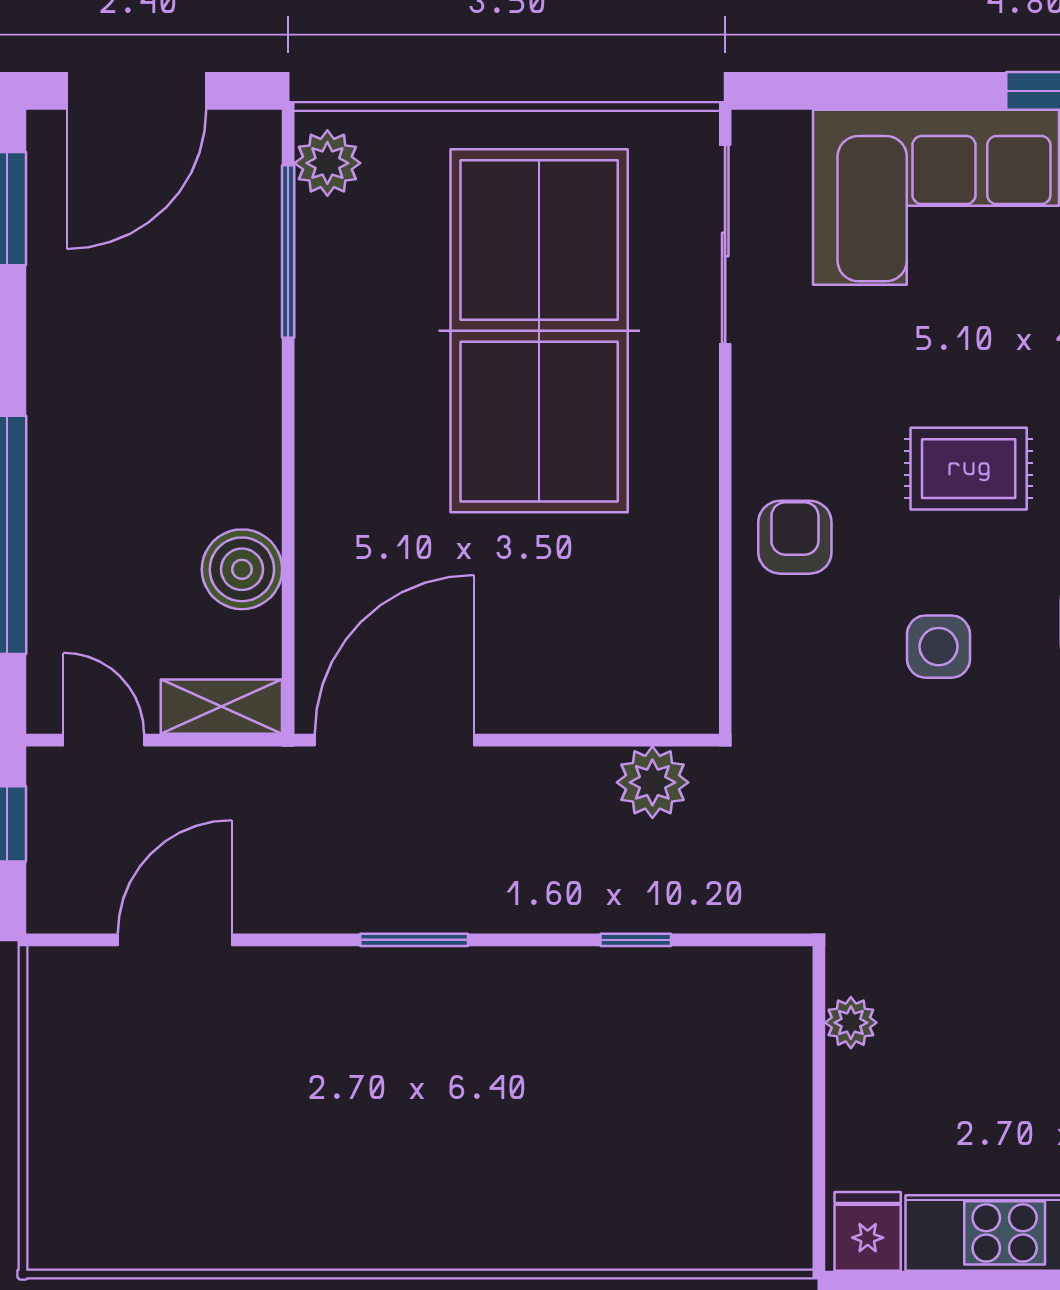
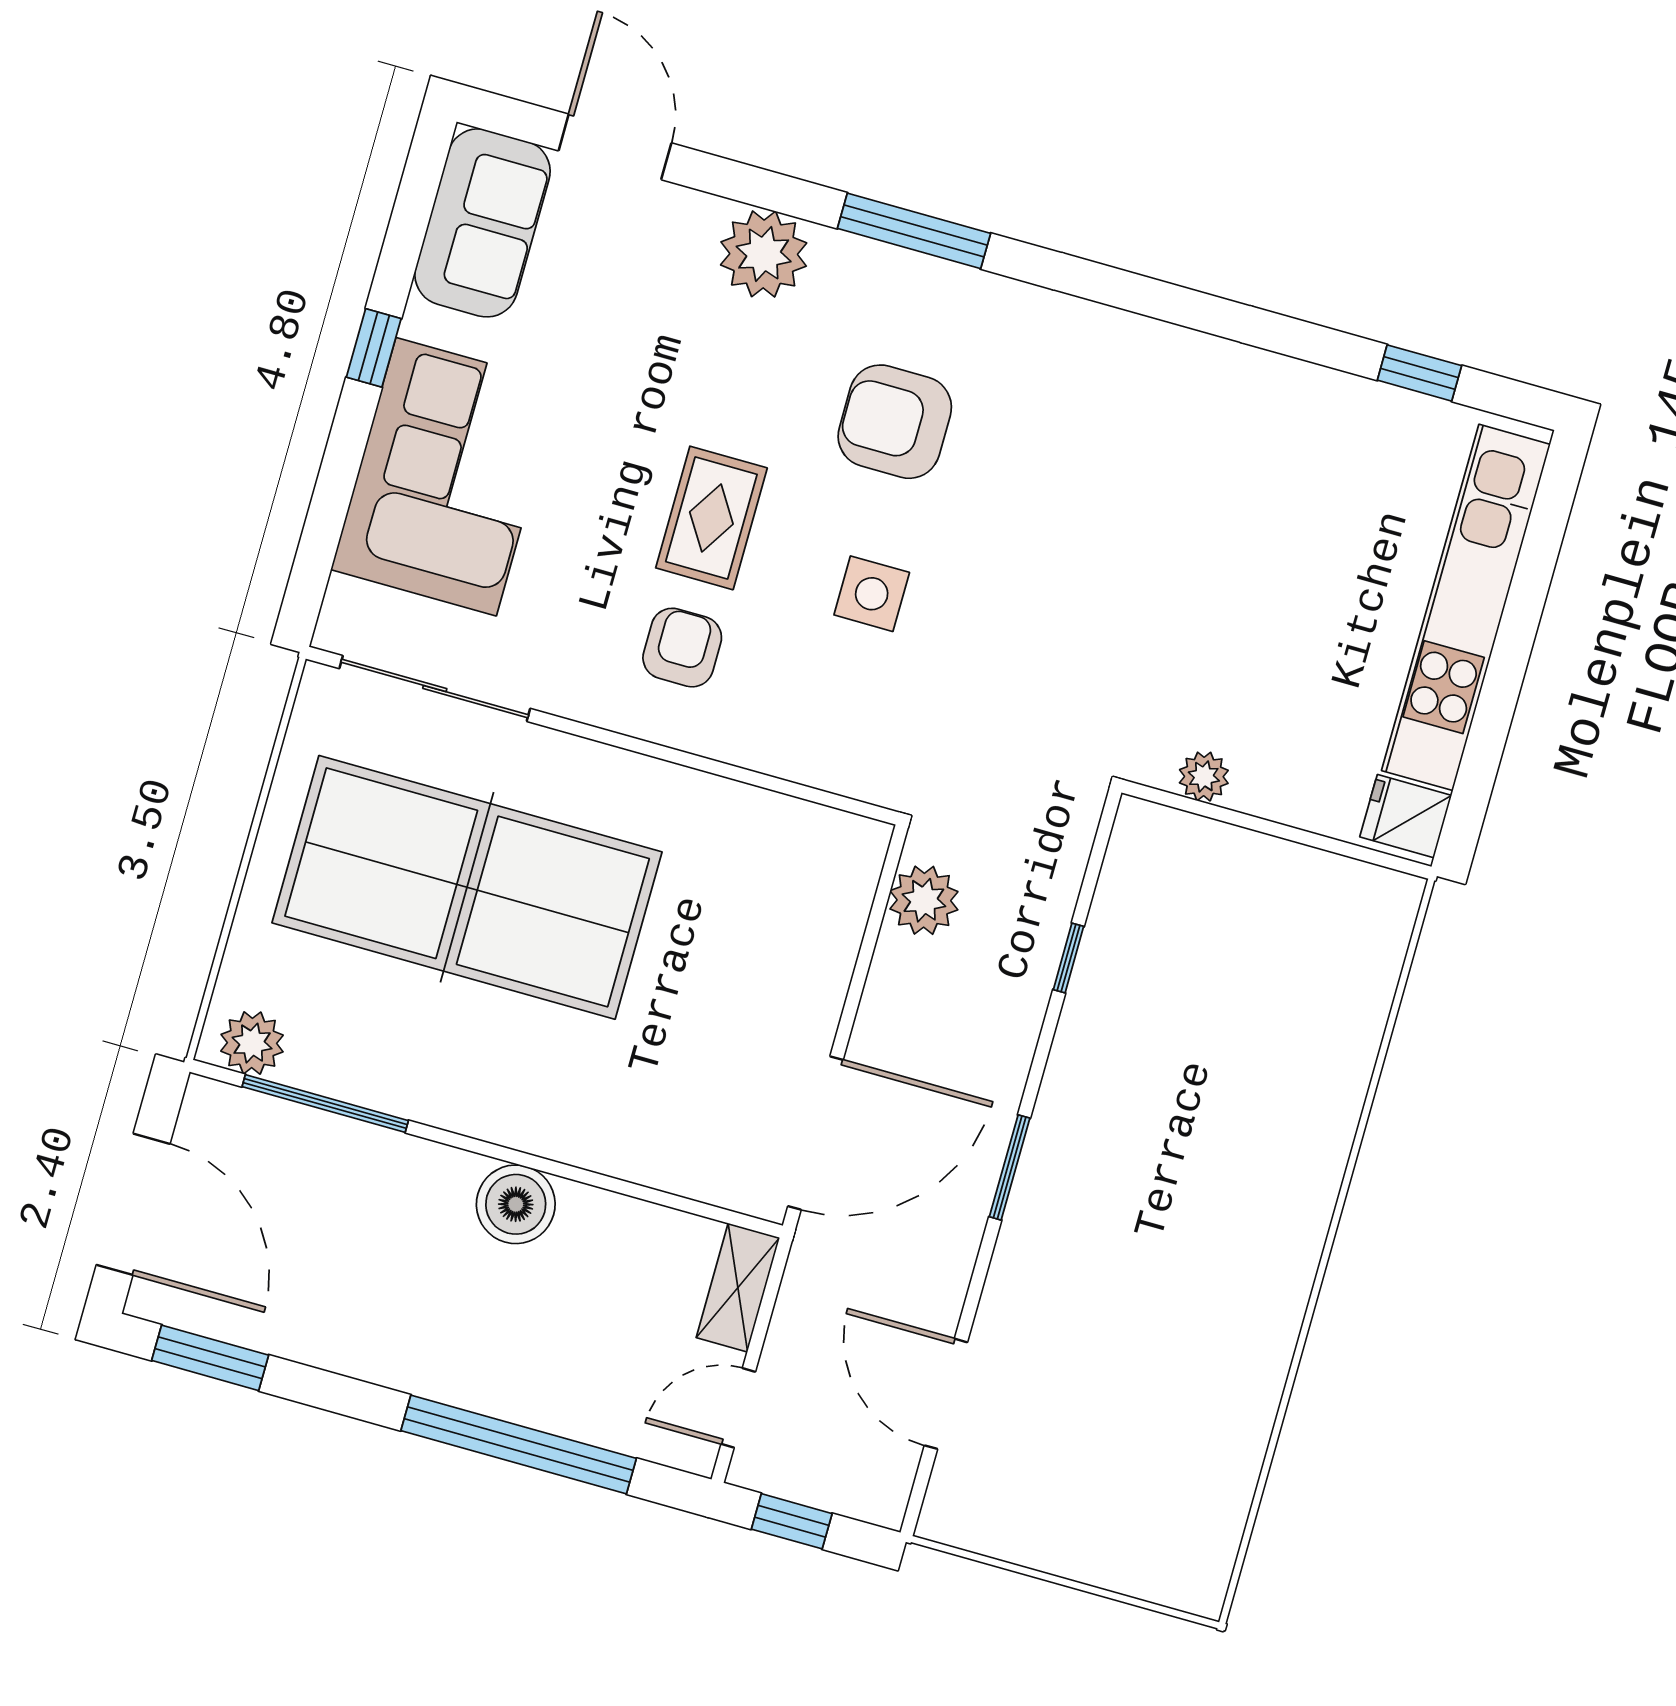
armchair: (795, 537) -> (682, 648), moved, turned 90
boiler: (242, 569) -> (516, 1204), moved
door: (394, 740) -> (815, 1133), swing flipped

